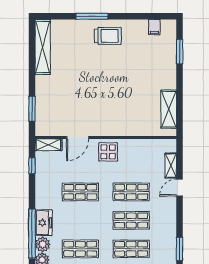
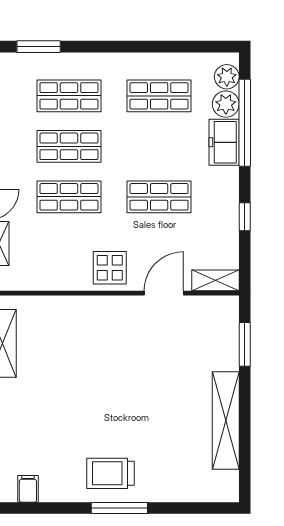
window: (92, 16) -> (119, 508), moved
shelving: (43, 47) -> (226, 421), moved
window: (32, 166) -> (245, 217), moved

